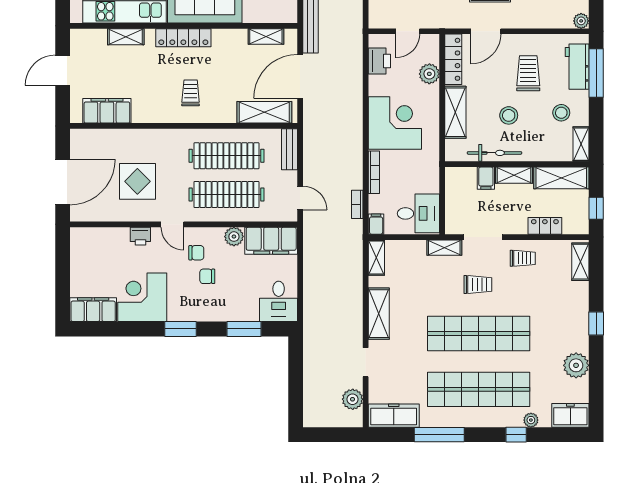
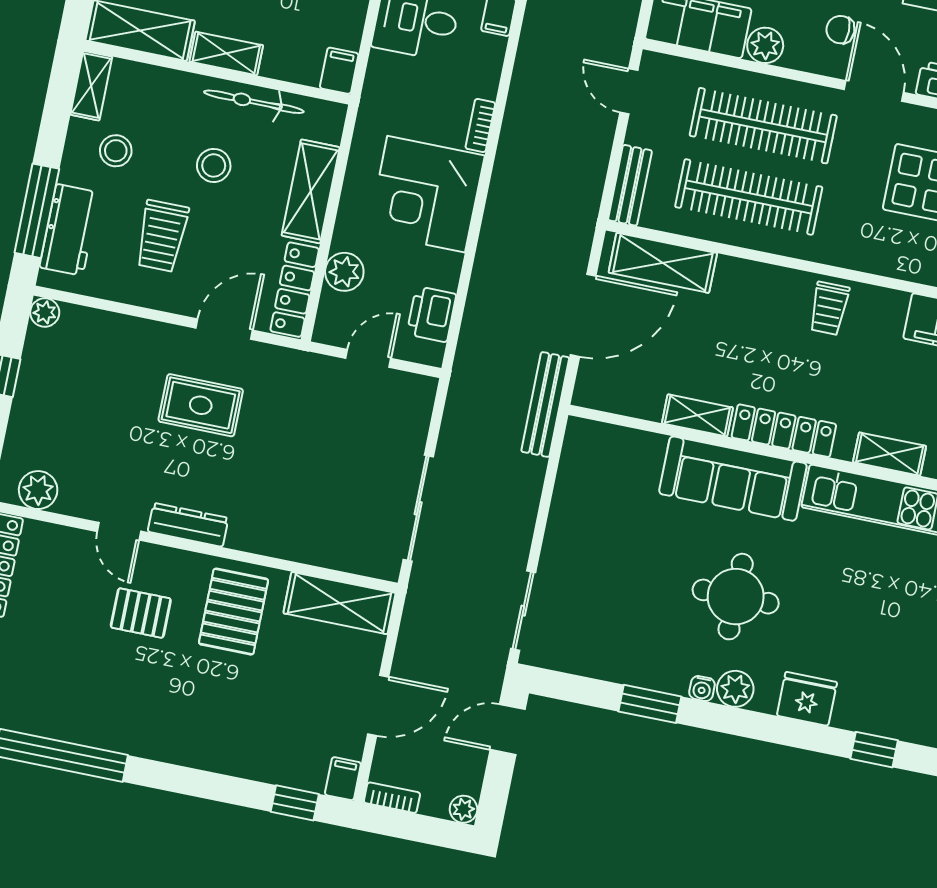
shelving: (266, 36) -> (697, 415), moved
trolley: (191, 93) -> (829, 308), moved
bookcase: (374, 172) -> (480, 125), width x0.64
filing cabinet: (486, 178) -> (339, 71), moved
bookcase: (357, 204) -> (526, 58), removed
door: (172, 224) -> (874, 91), width x1.38

